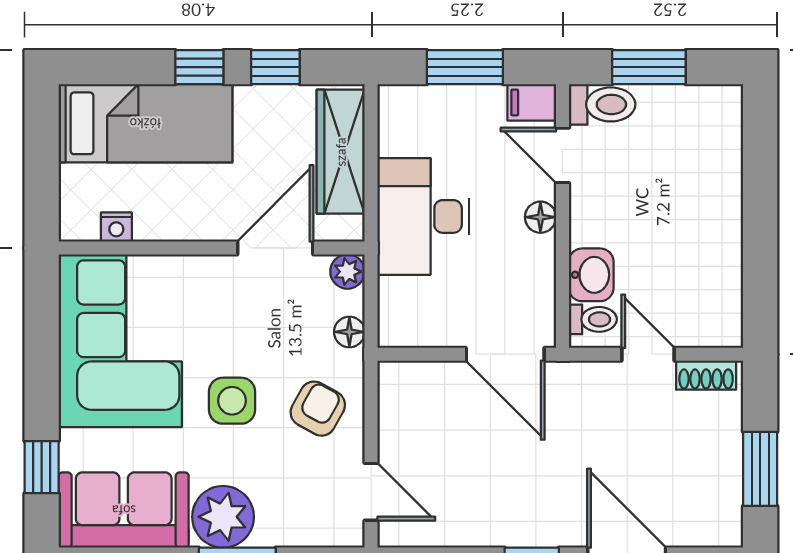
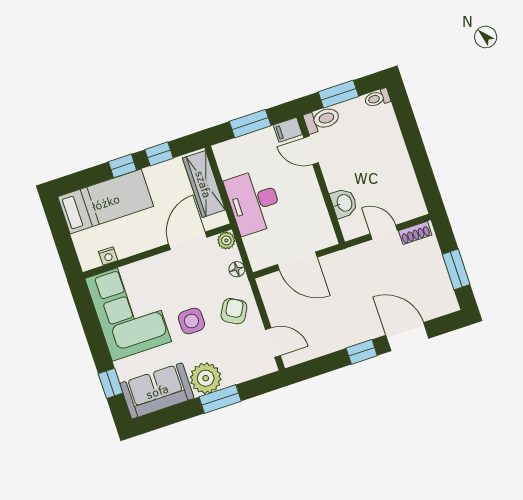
floor lamp: (540, 217) -> (310, 183), removed
toilet: (593, 319) -> (377, 98), moved, turned 180
door: (505, 354) -> (297, 261), moved

